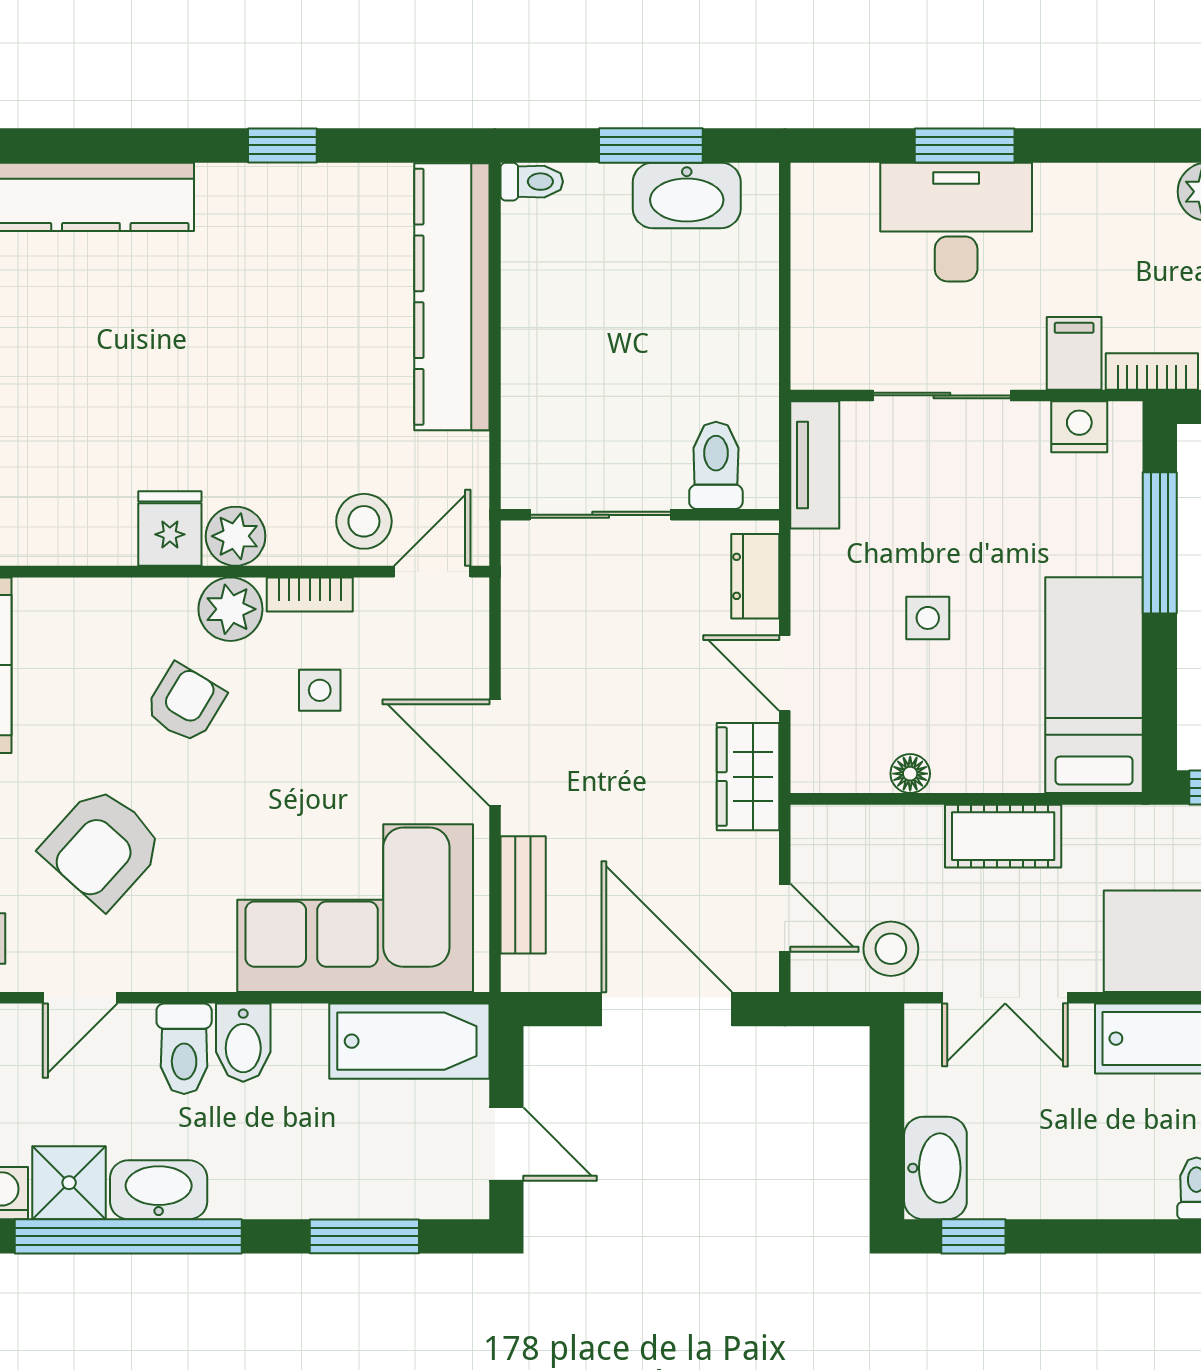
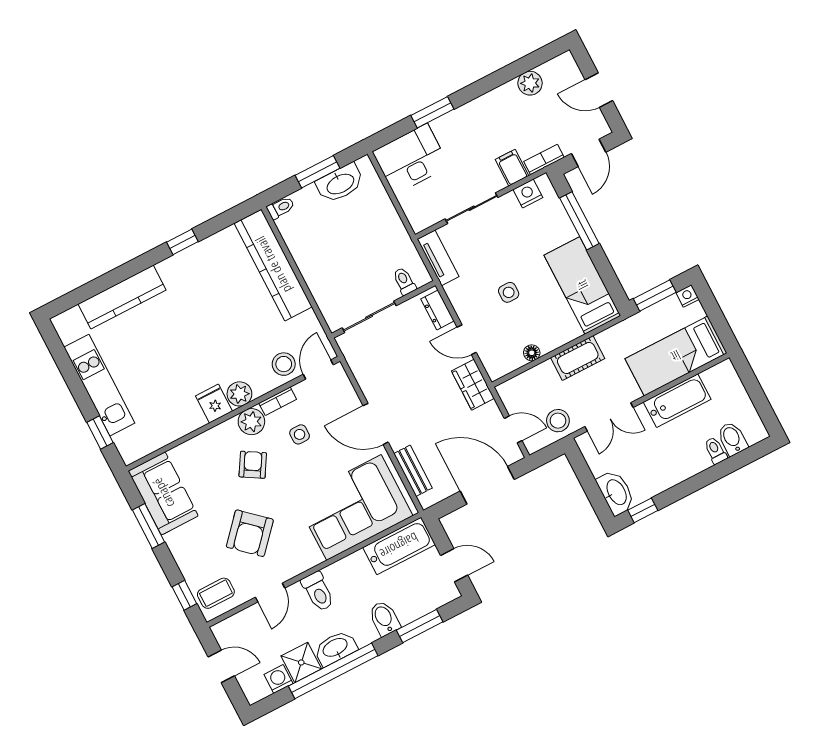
desk: (956, 222) -> (411, 159), moved
toilet: (716, 465) -> (404, 281), width x0.73, depth x0.72
bidet: (243, 1043) -> (384, 618), moved, turned 180

